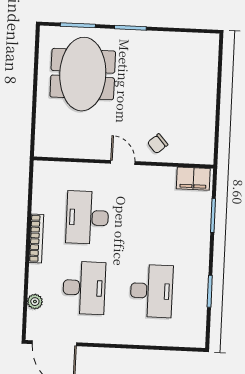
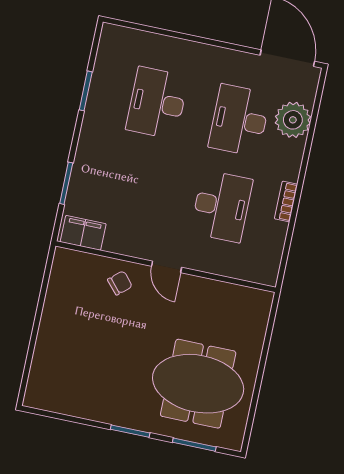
meeting table: (83, 74) -> (198, 384), turned 90
bookcase: (36, 238) -> (286, 201), width x0.64
plant: (35, 302) -> (293, 120), width x1.88, depth x1.88

